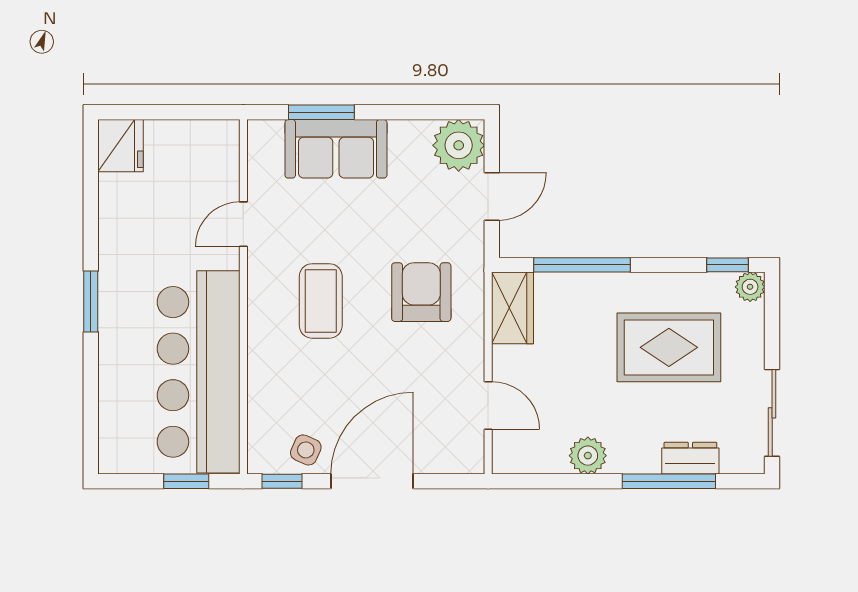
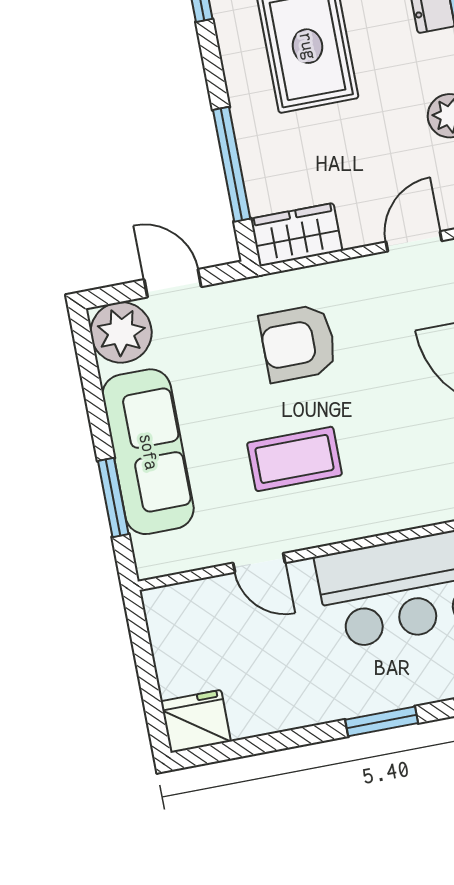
sofa: (336, 149) -> (148, 452), width x1.36
coffee table: (321, 301) -> (294, 459), moved

